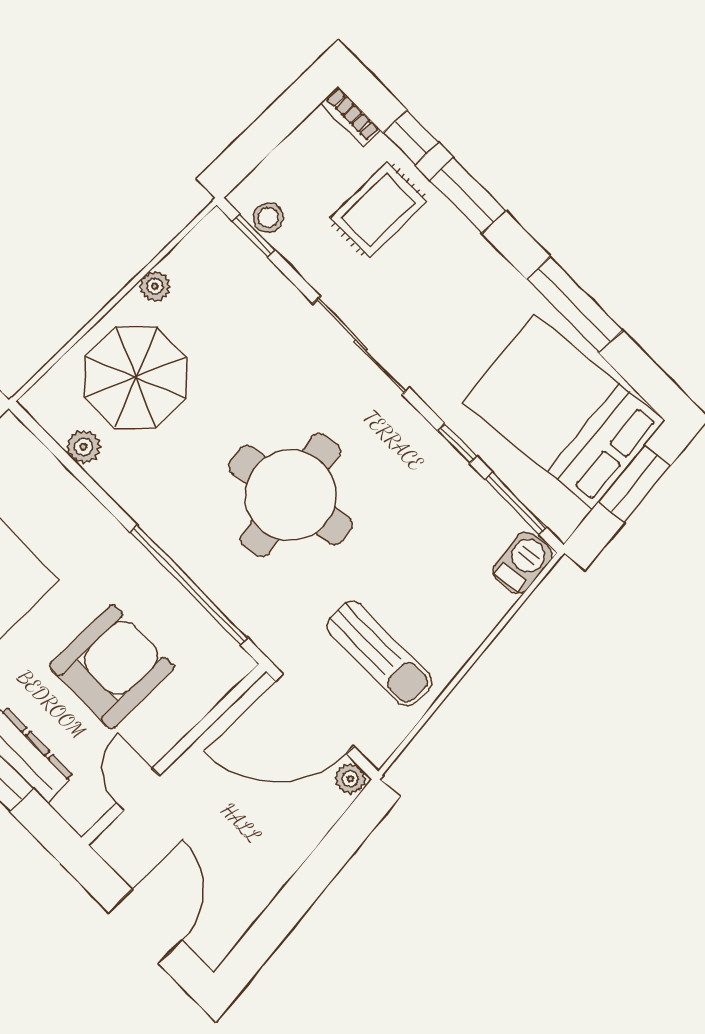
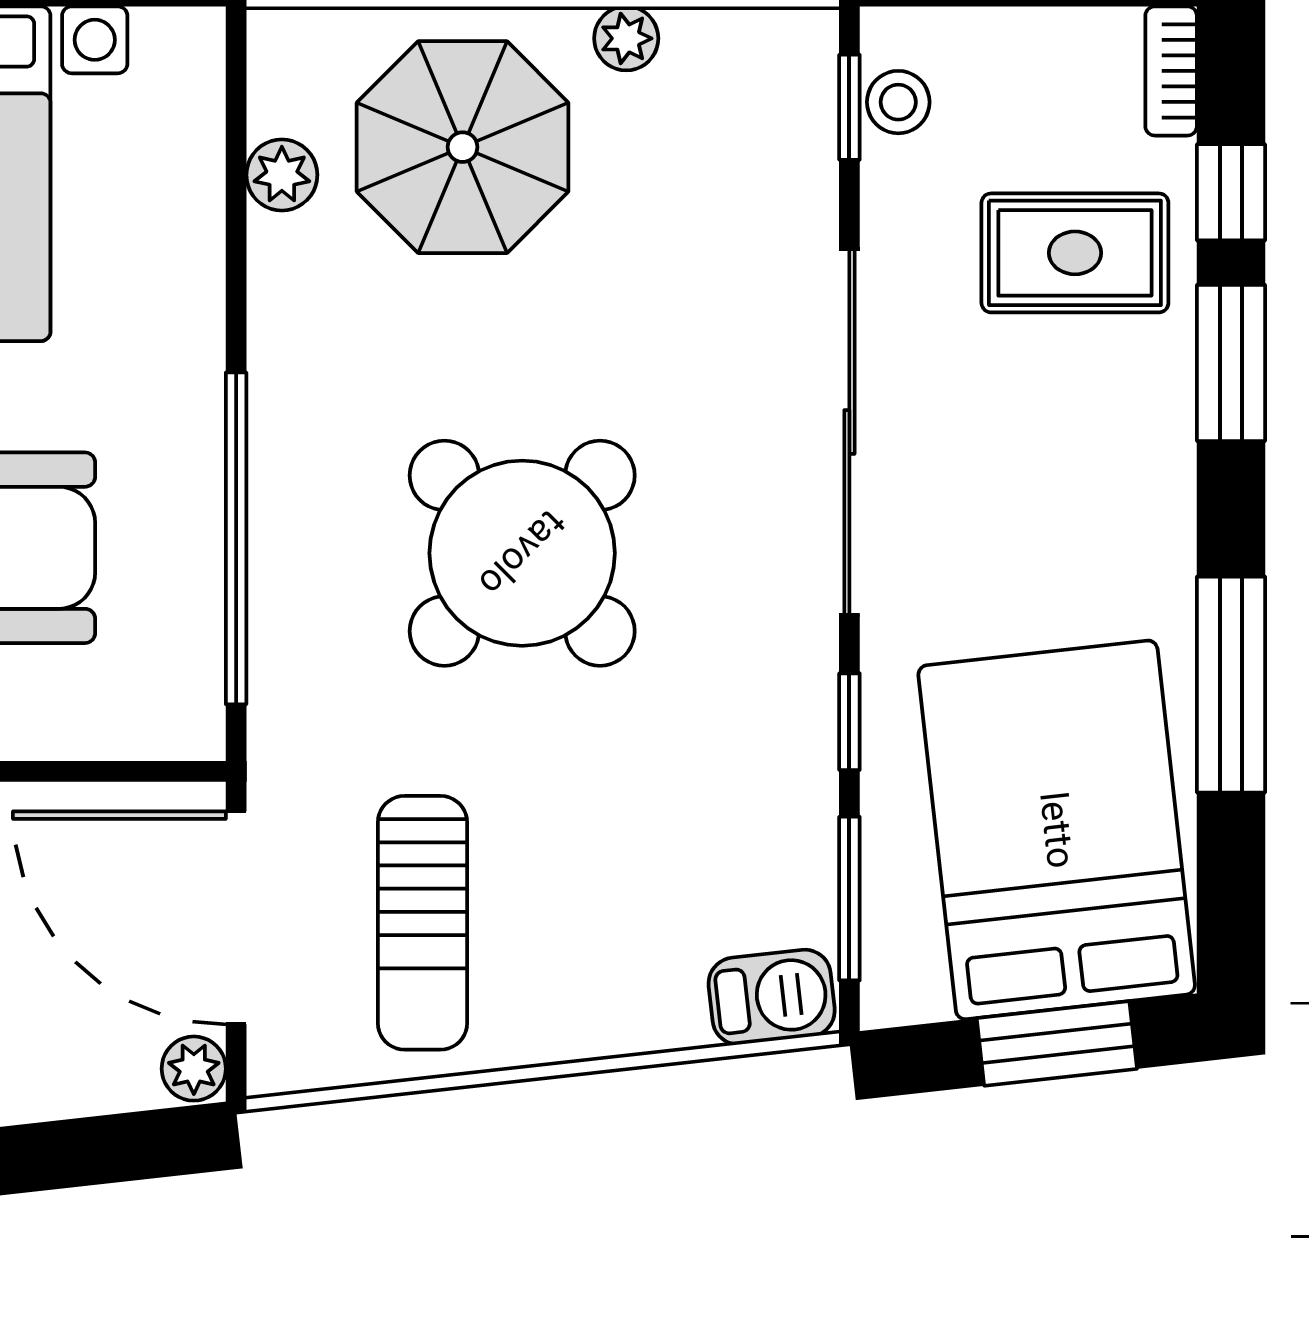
sliding door: (361, 345) -> (849, 432), width x1.36
round table: (291, 495) -> (522, 553), turned -35

